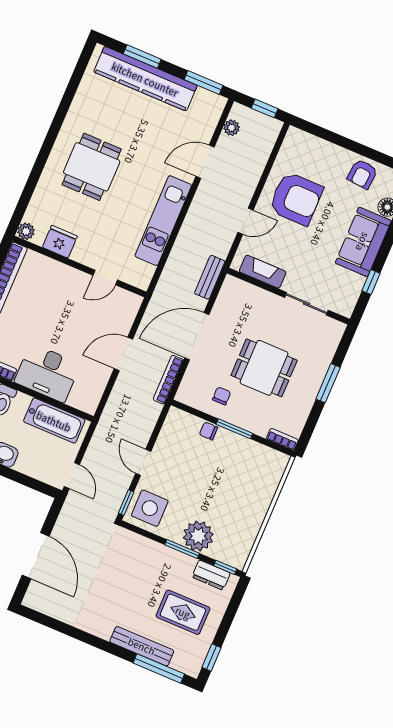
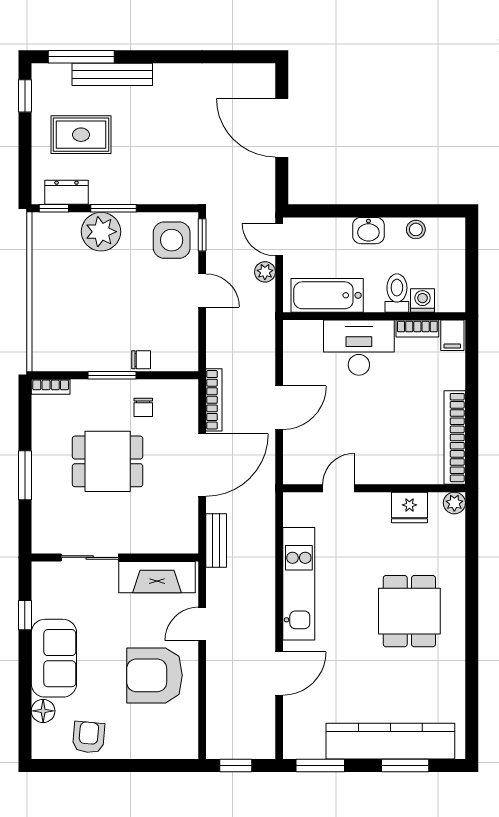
plant: (232, 128) -> (265, 272), moved
fireplace: (263, 272) -> (157, 577), width x1.37, depth x1.32

